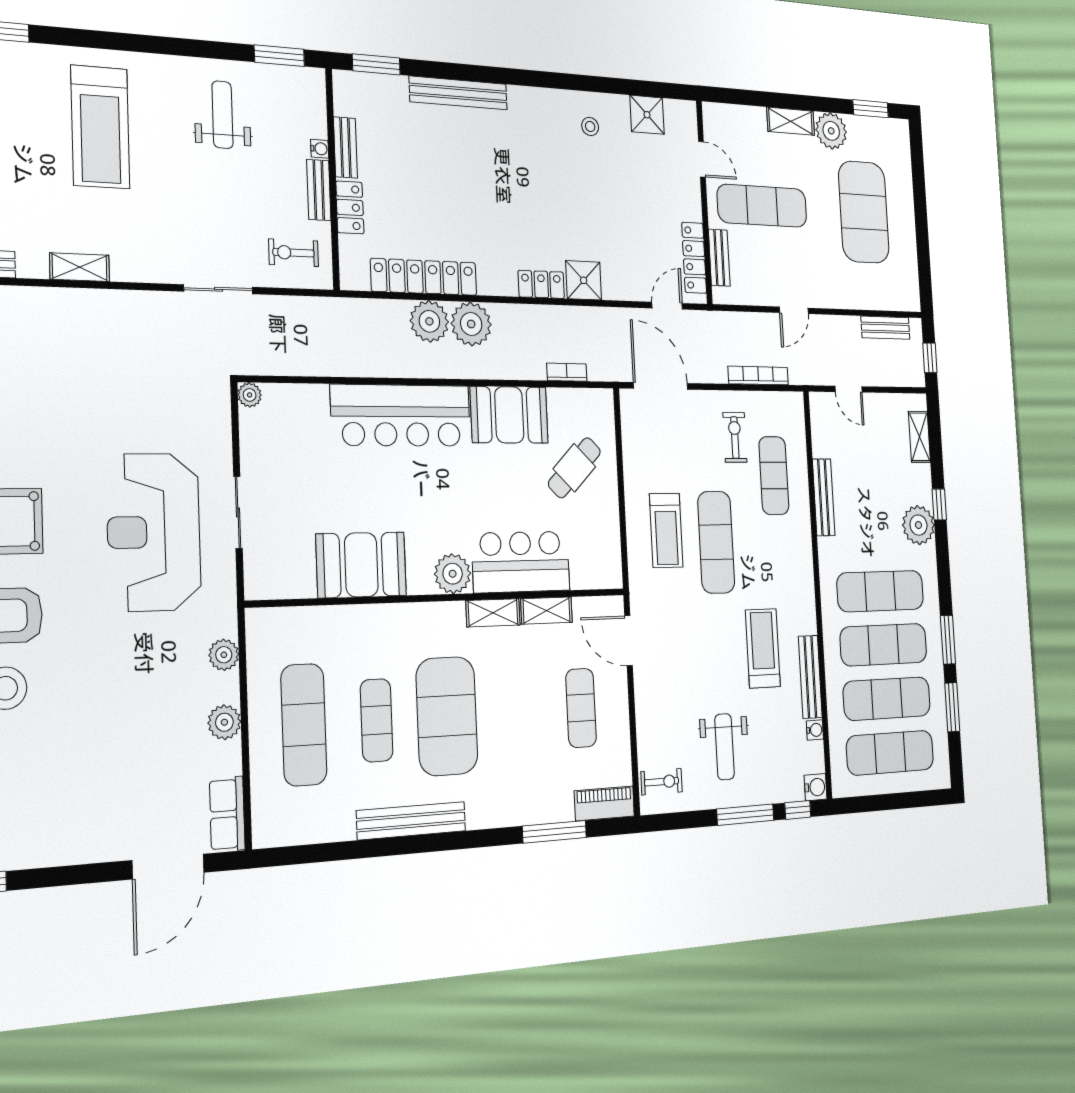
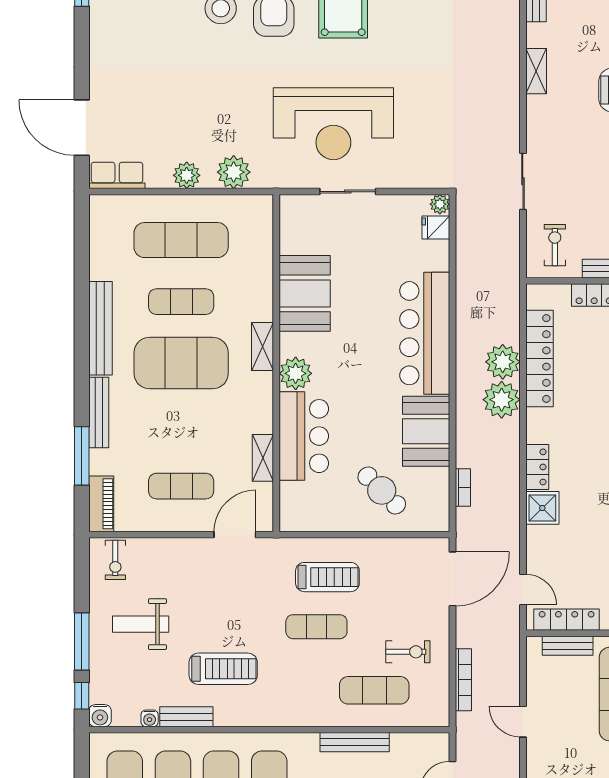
fridge: (278, 400) -> (436, 227), added
treadmill: (666, 531) -> (327, 577), turned 180
reception desk: (154, 532) -> (333, 124), turned 180
exercise mat: (716, 542) -> (316, 627), width x0.73, depth x0.69
shelving: (493, 613) -> (263, 347), moved
plant: (224, 655) -> (234, 172), width x1.36, depth x1.36
bench: (810, 677) -> (186, 717), width x0.73
bench: (506, 815) -> (99, 412), added

